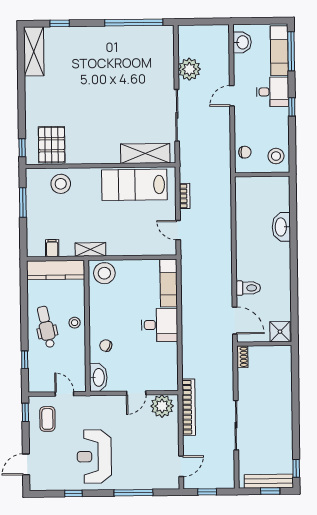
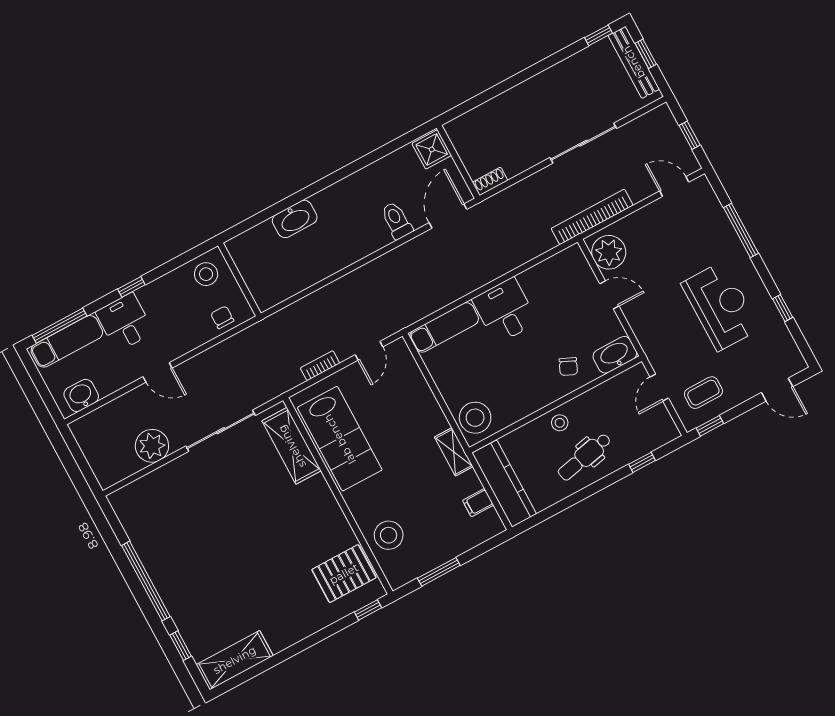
window: (134, 23) -> (146, 581), moved
reception desk: (94, 457) -> (721, 306), turned -90

